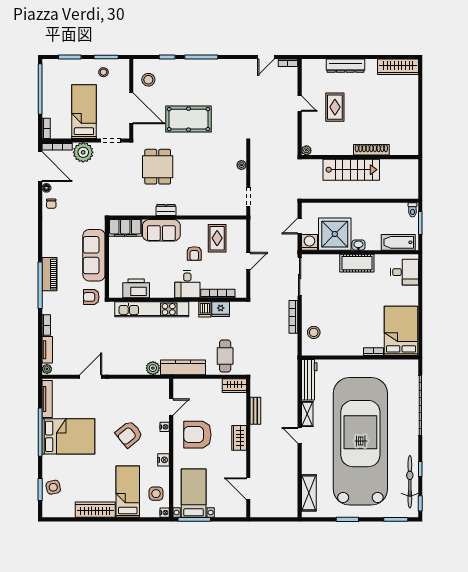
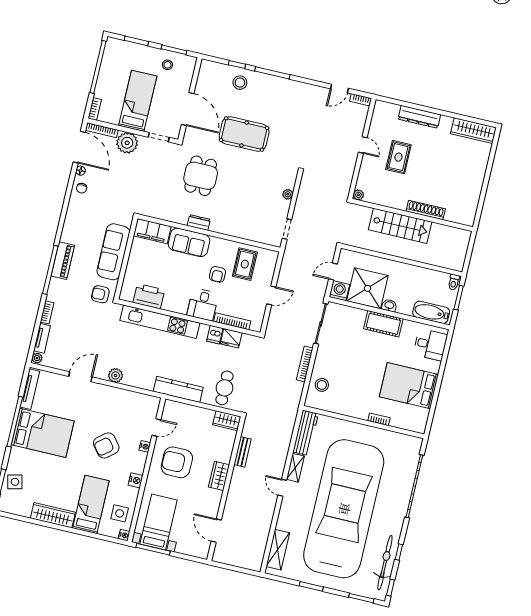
stool: (148, 80) -> (240, 83), moved
bed: (401, 331) -> (409, 386), moved, turned -90
plant: (153, 368) -> (115, 375), moved

